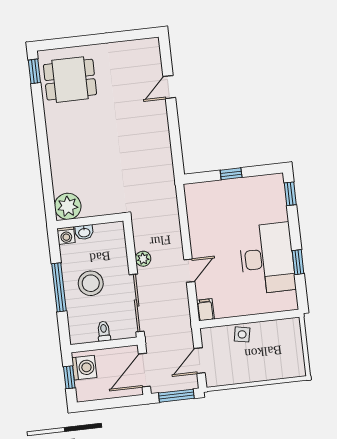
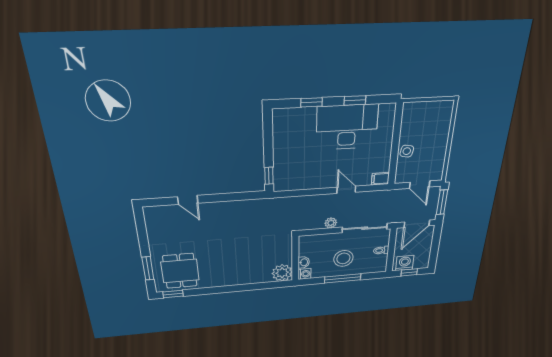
window: (74, 42) -> (148, 268), added
window: (231, 174) -> (269, 176), moved
window: (290, 194) -> (312, 102), moved
door: (144, 370) -> (417, 224), hinge flipped

